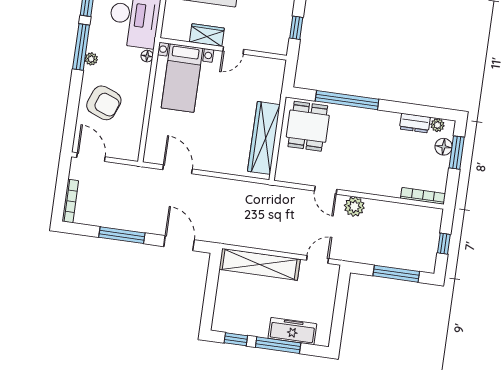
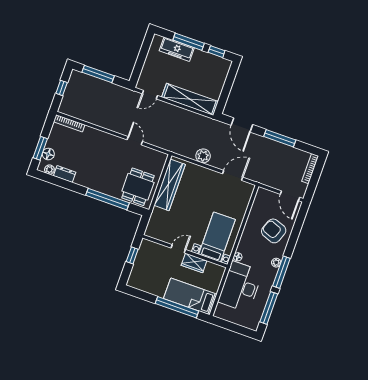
door: (178, 169) -> (233, 175), swing flipped
plant: (354, 207) -> (203, 156), moved

